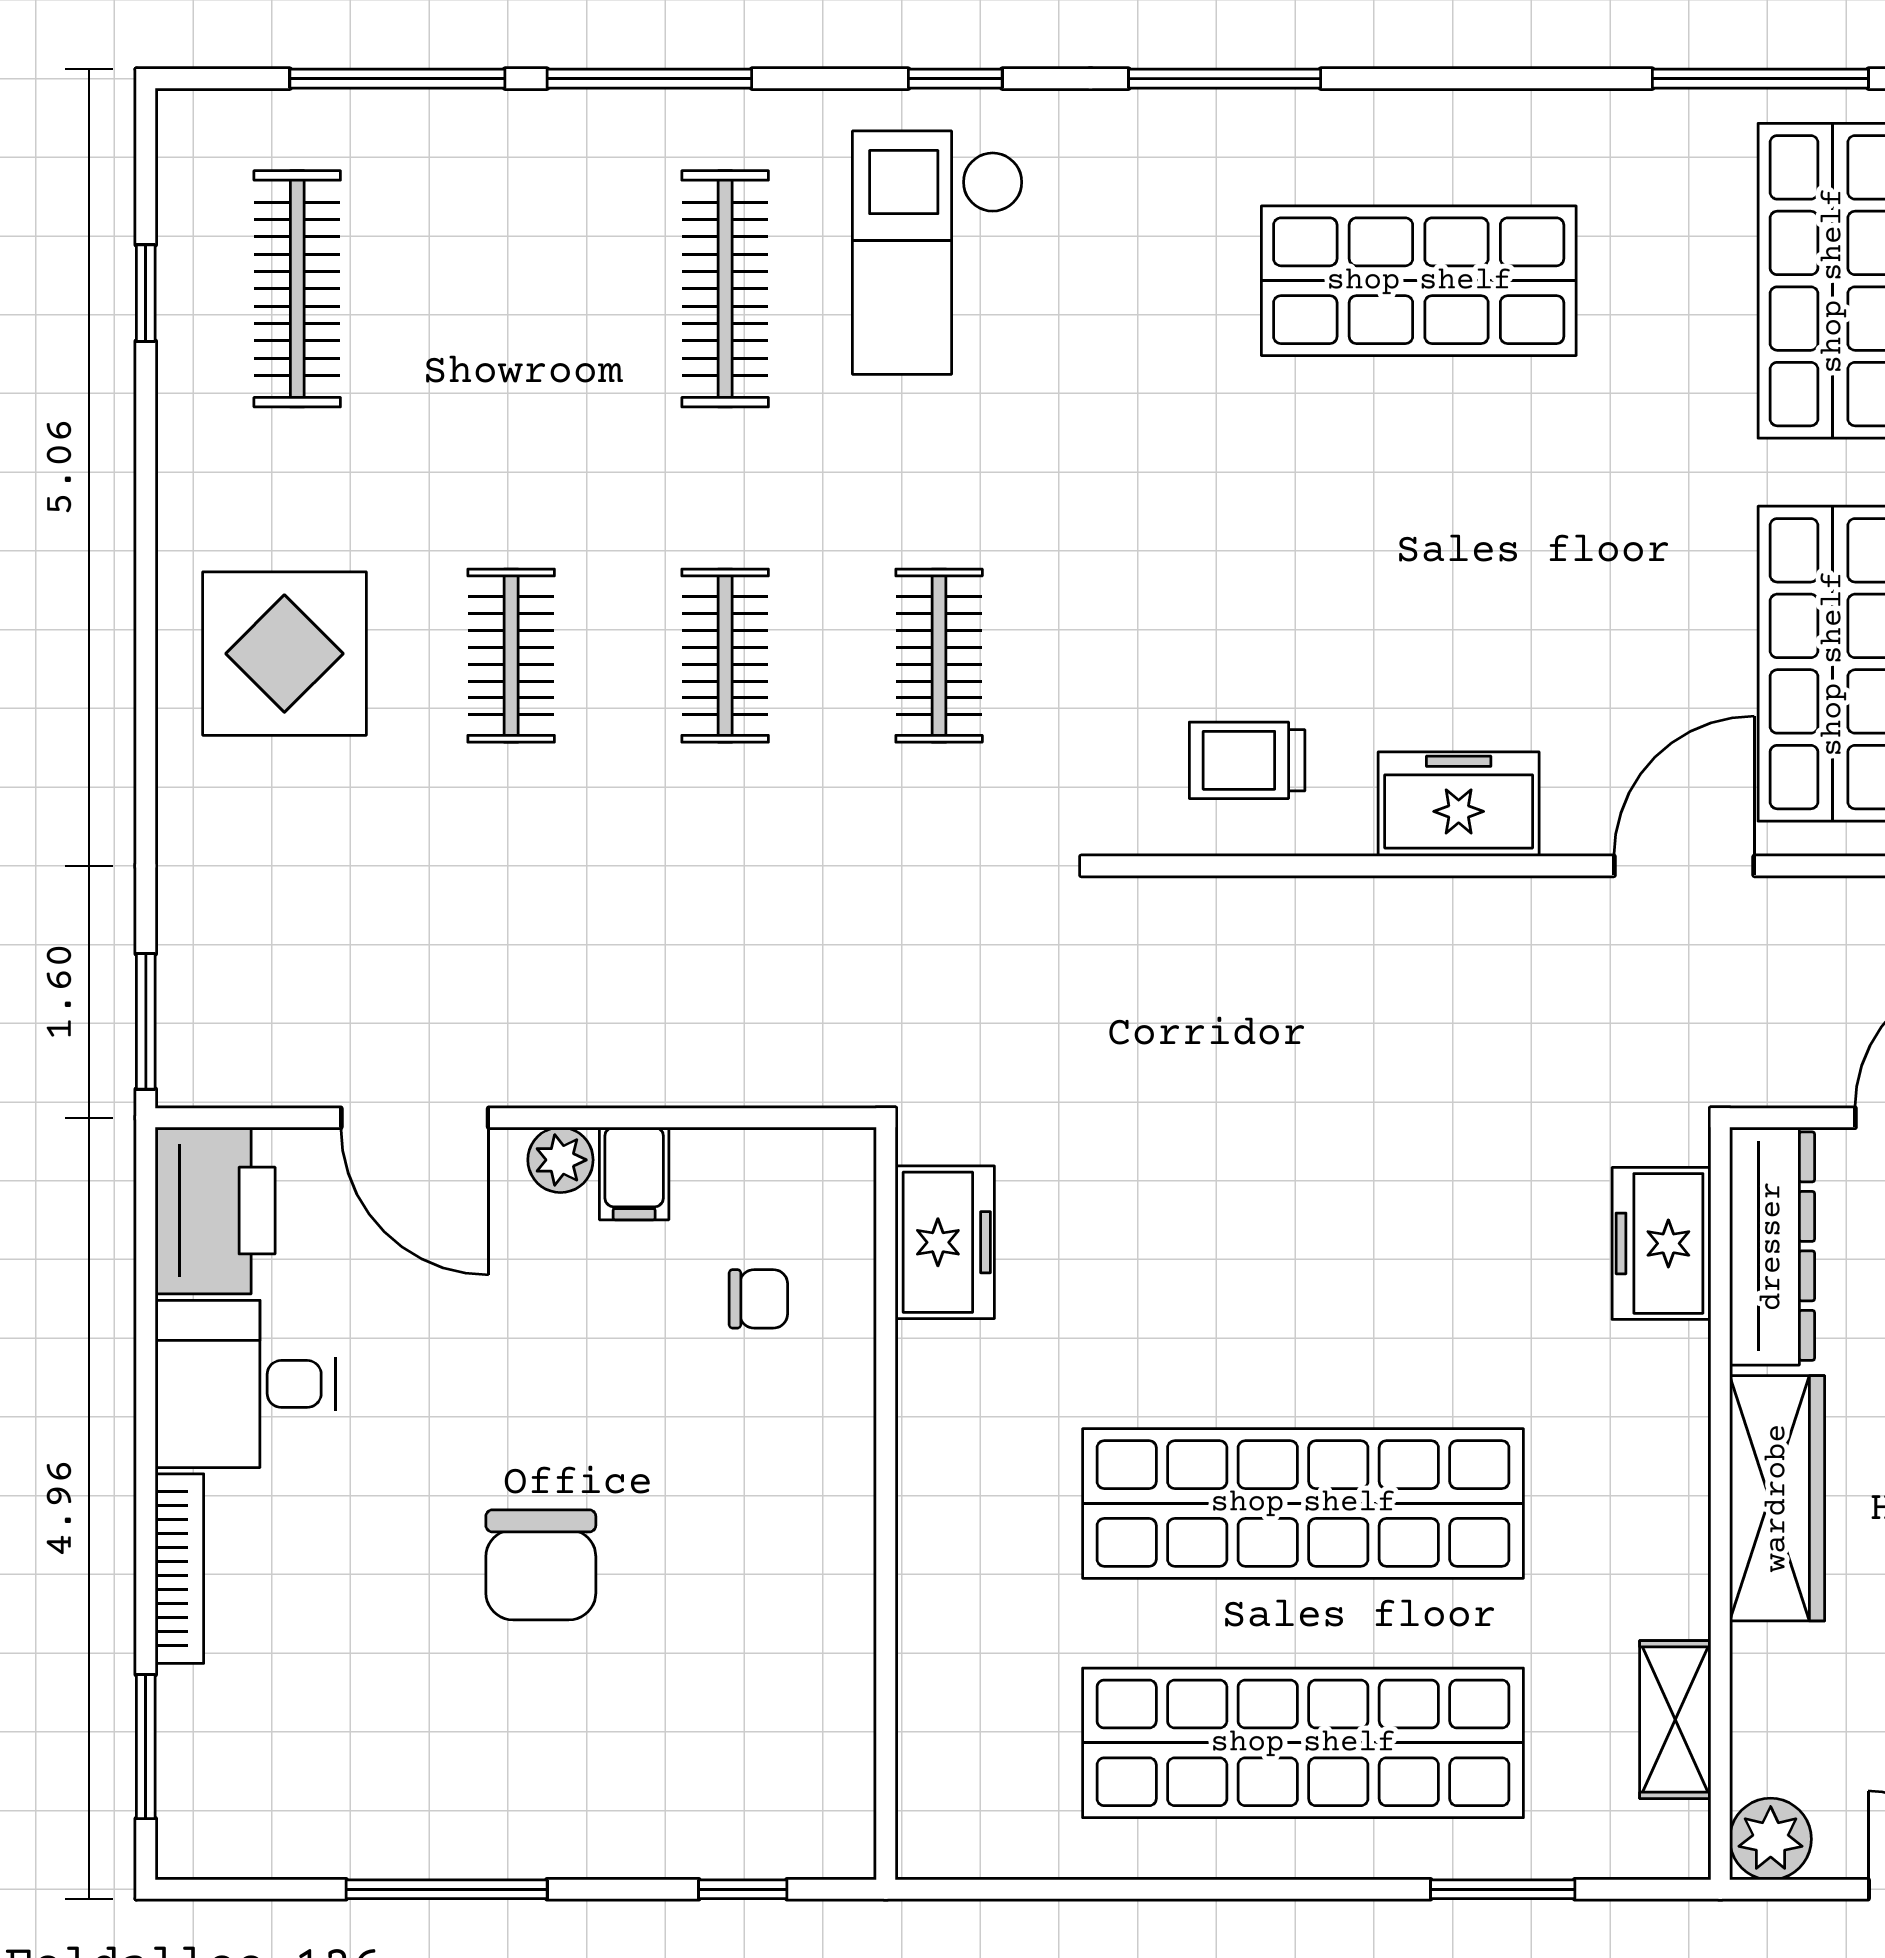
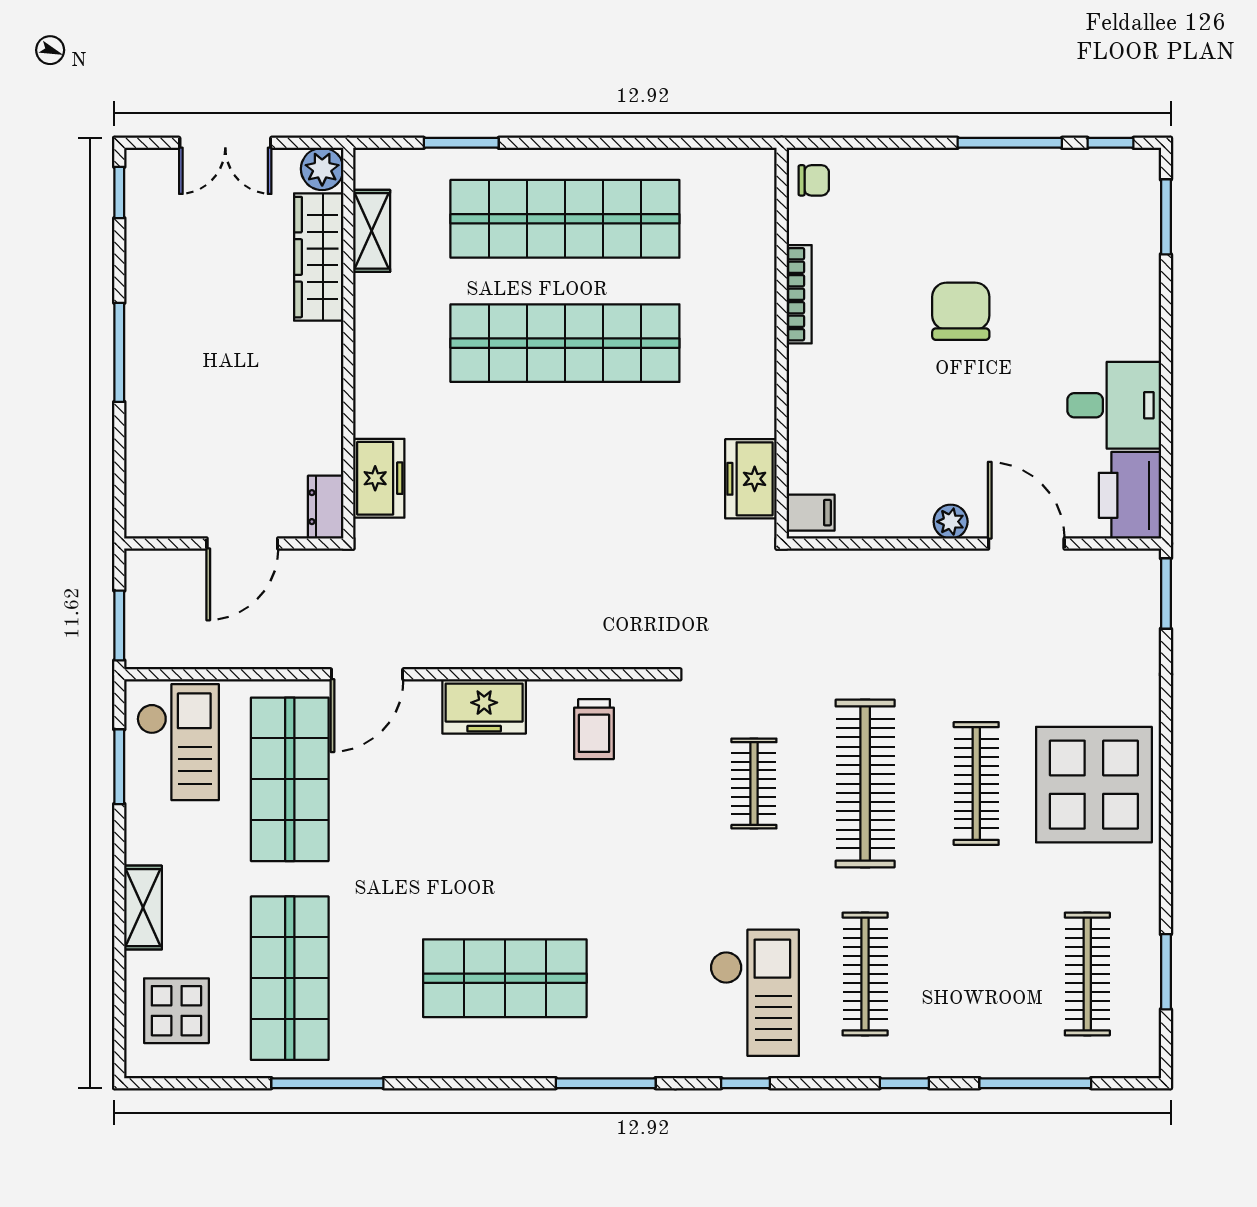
window: (649, 79) -> (904, 1083), width x0.46
window: (146, 293) -> (1166, 972), width x1.50
display table: (284, 654) -> (1094, 785), width x1.36, depth x1.36
clothes rail: (511, 656) -> (976, 784), width x1.36
clothes rail: (725, 656) -> (865, 784), width x1.86, depth x1.31
trolley: (1247, 760) -> (594, 729), turned 90
filing cabinet: (634, 1173) -> (811, 513), moved, turned 90
dresser: (1772, 1246) -> (326, 507), width x0.51, depth x0.80
chair: (758, 1299) -> (814, 180), moved, turned 180
wardrobe: (1777, 1498) -> (319, 257), moved
bookcase: (179, 1569) -> (799, 294), moved, turned 180
window: (743, 1889) -> (1111, 143), moved

